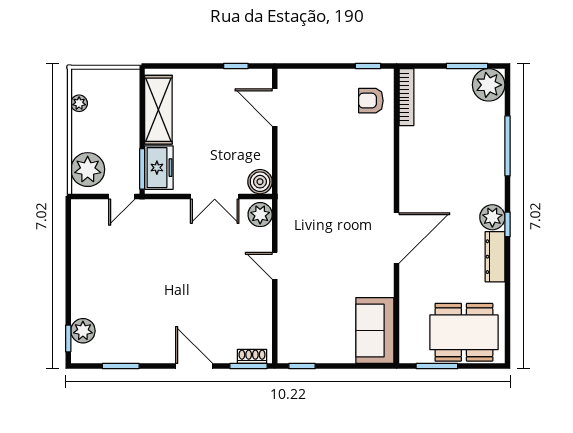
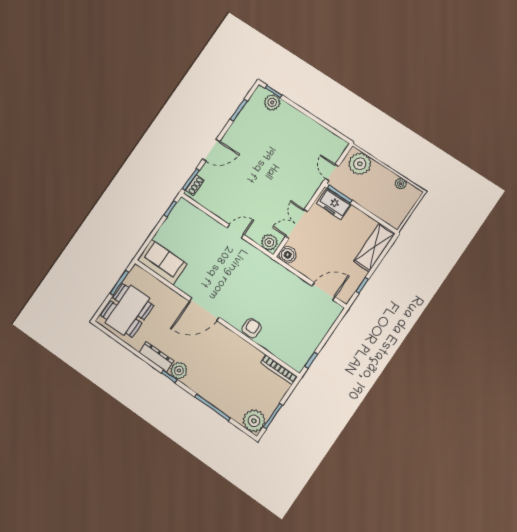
armchair: (371, 101) -> (252, 328), moved
shelving: (158, 110) -> (374, 247), moved, turned 90
door: (397, 238) -> (204, 309), hinge flipped

